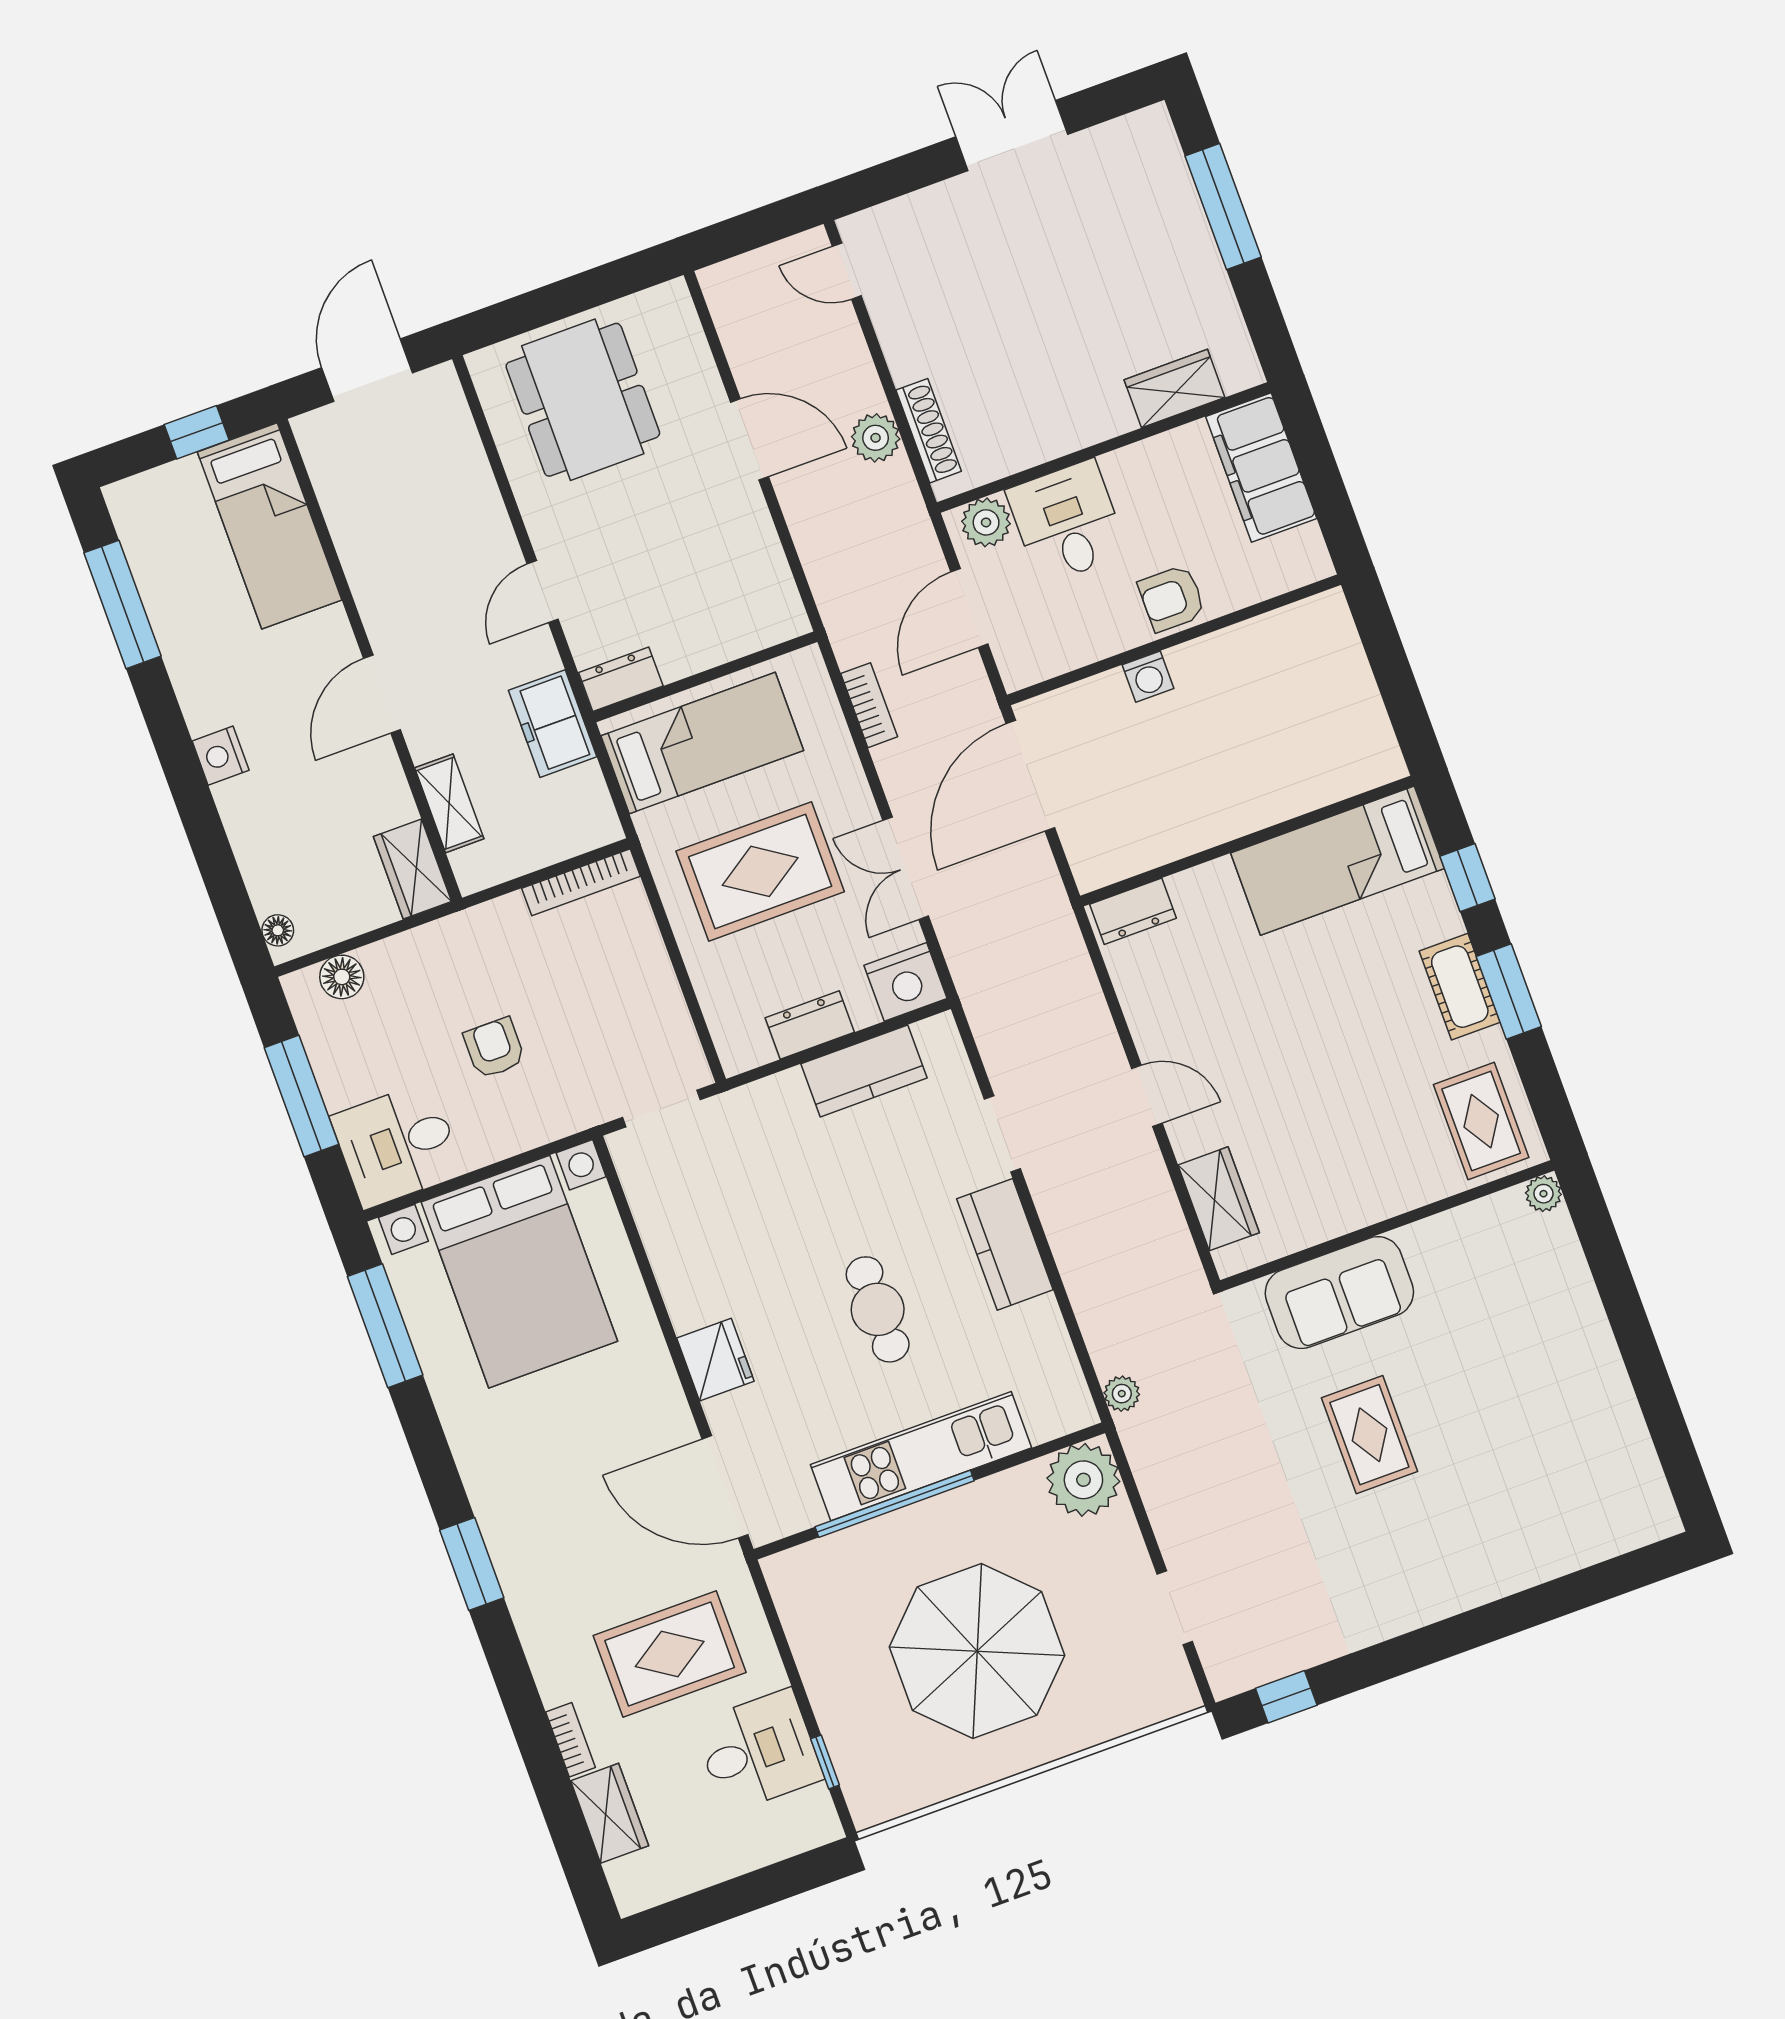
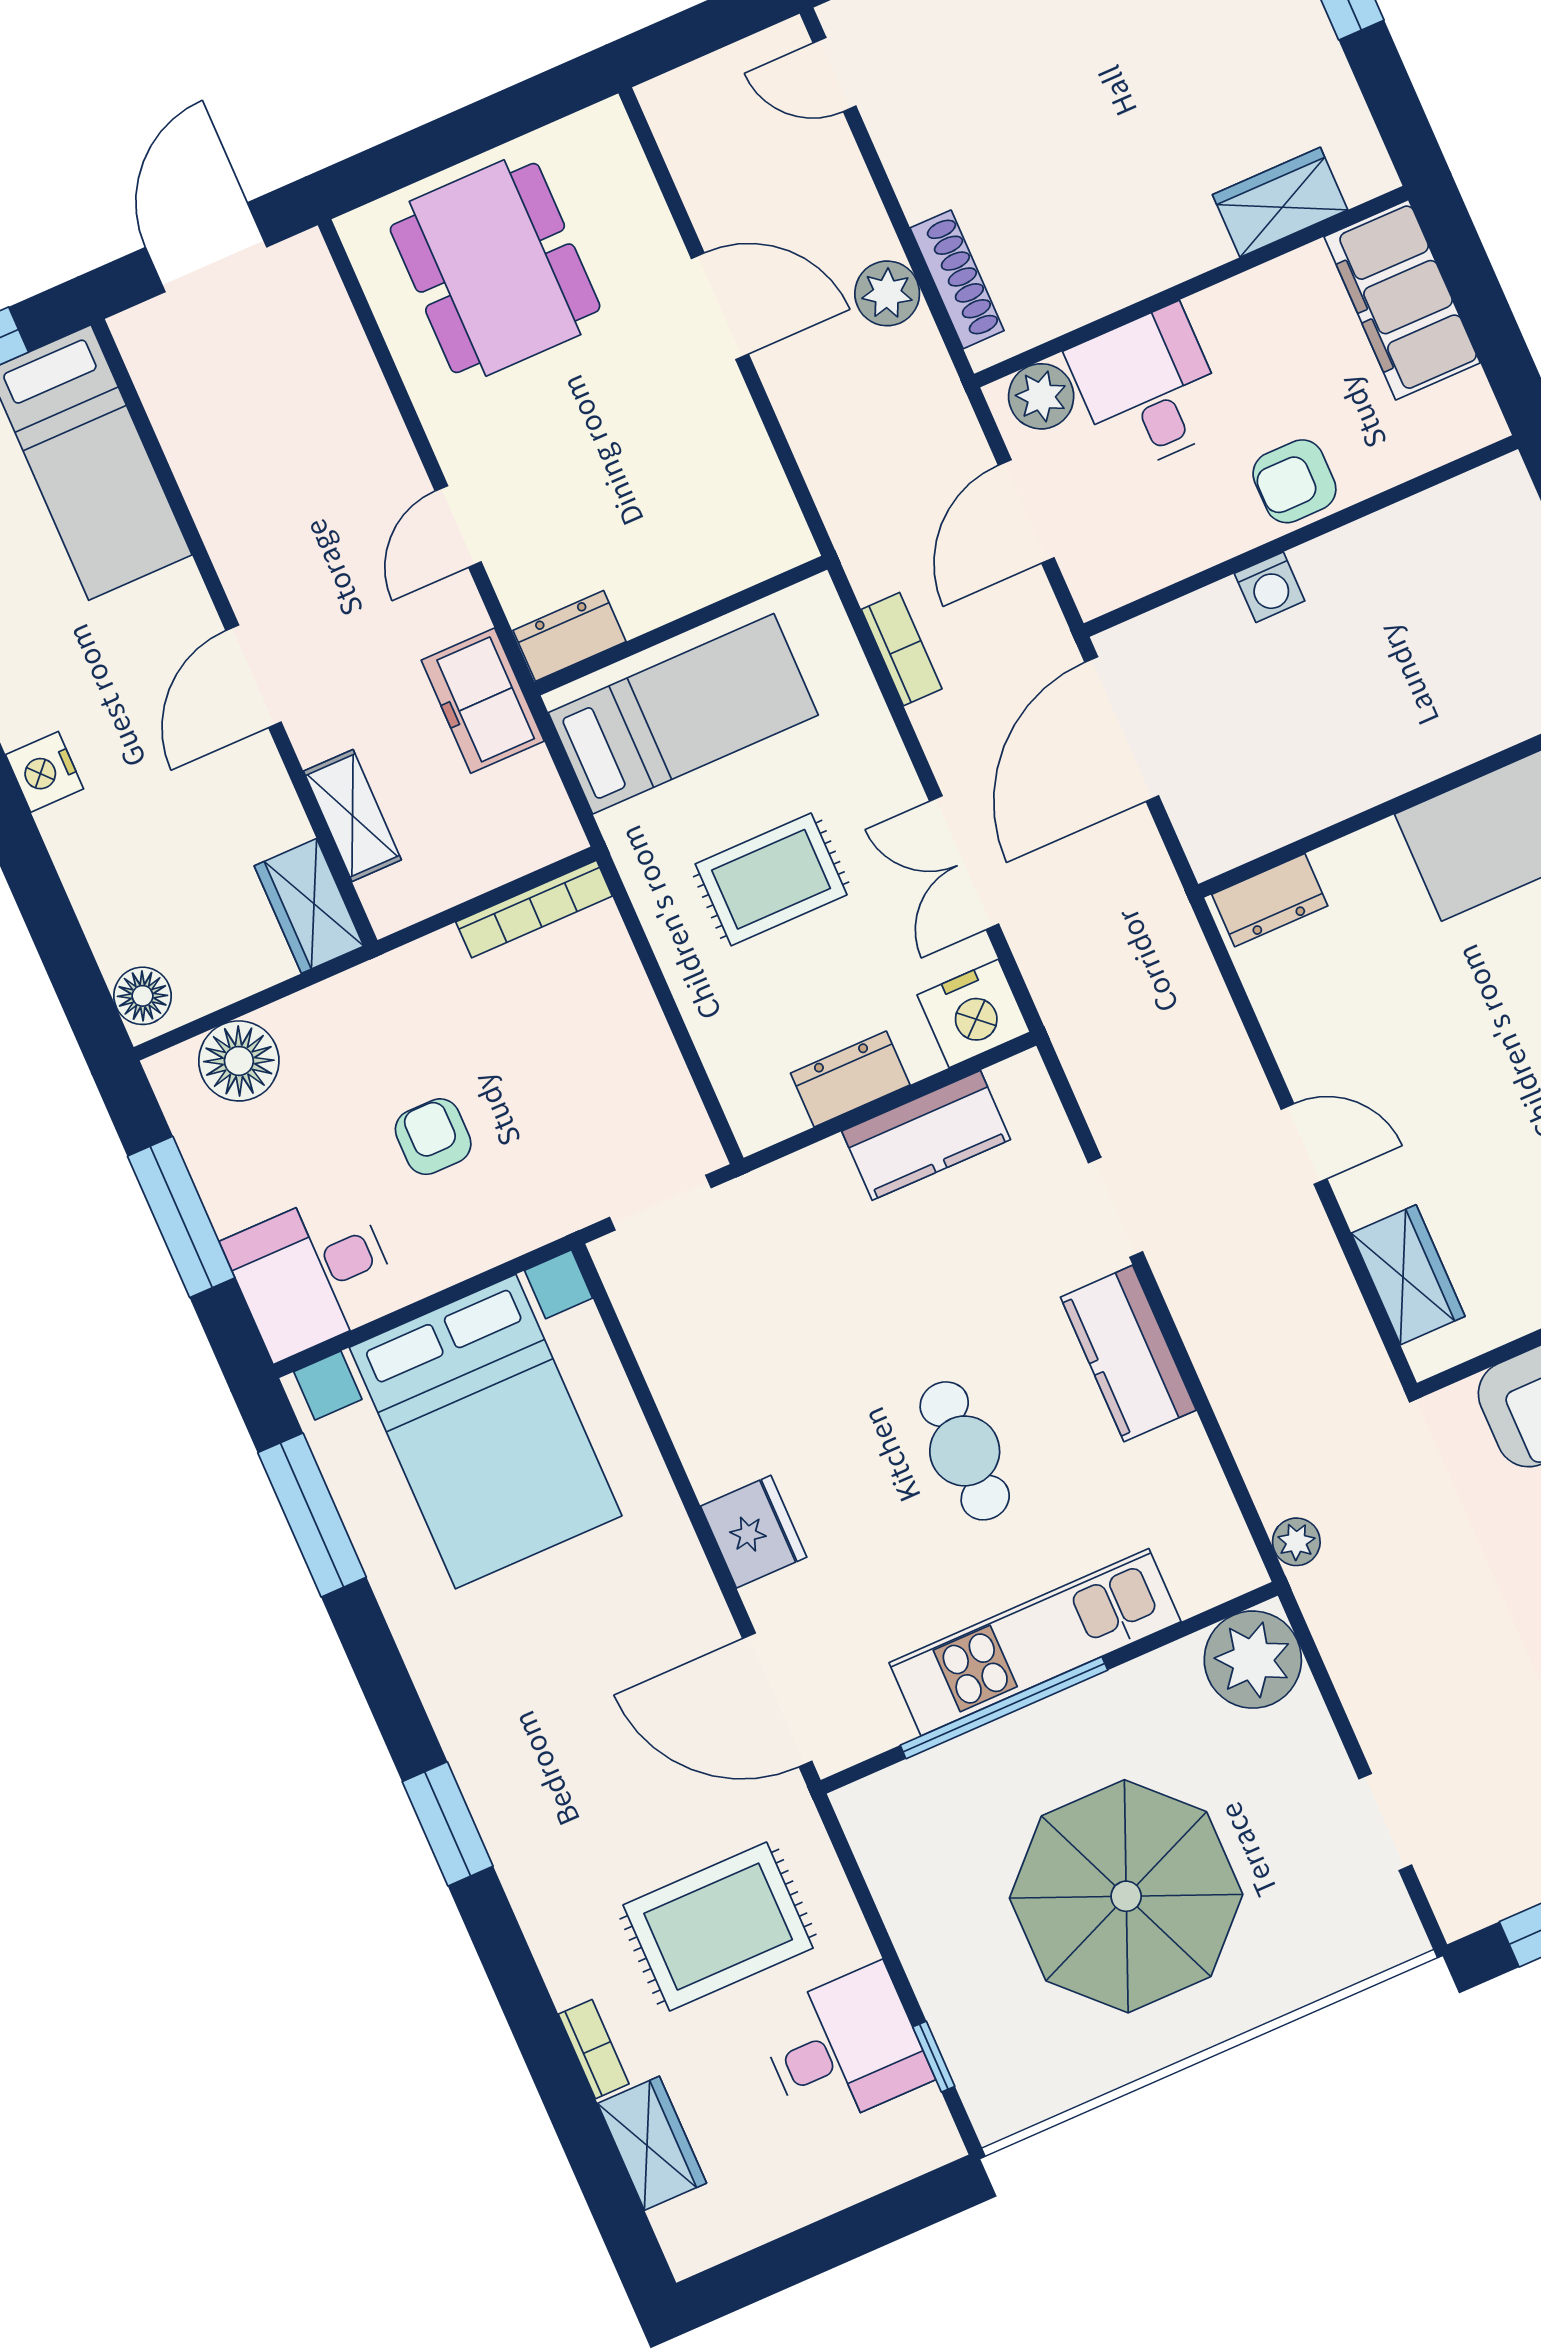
rug: (760, 871) -> (771, 879), width x0.73, depth x0.70
floor lamp: (278, 930) -> (143, 996), width x1.37, depth x1.37
floor lamp: (342, 977) -> (239, 1061), width x1.38, depth x1.38

